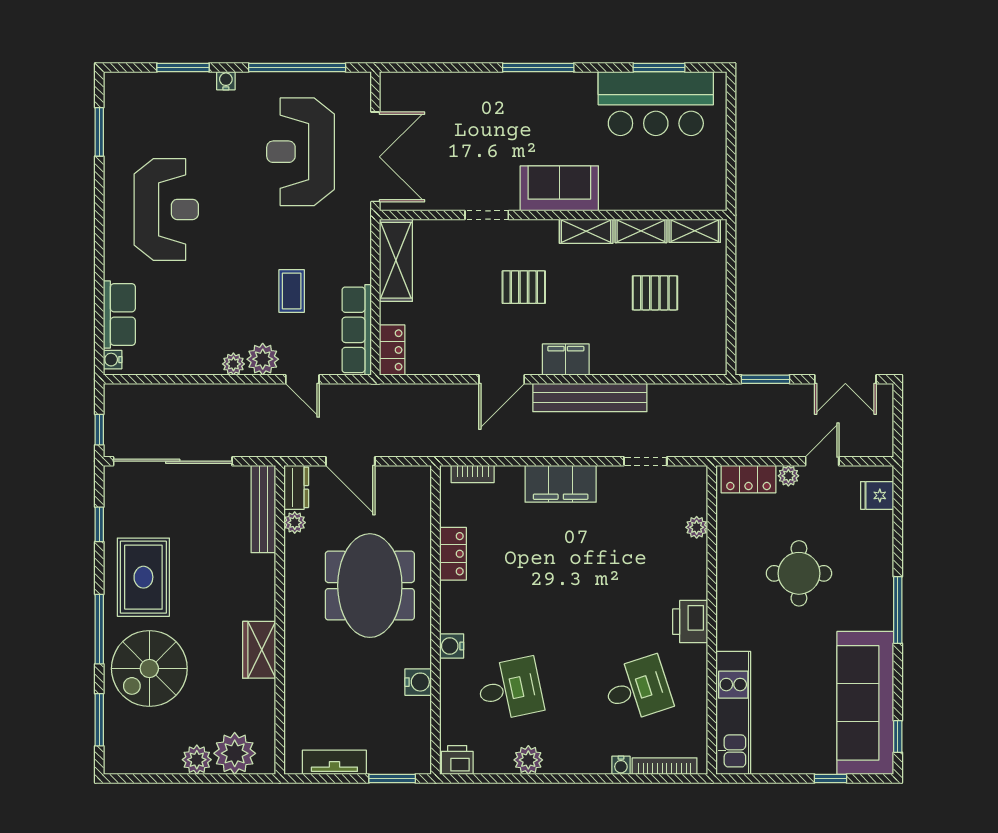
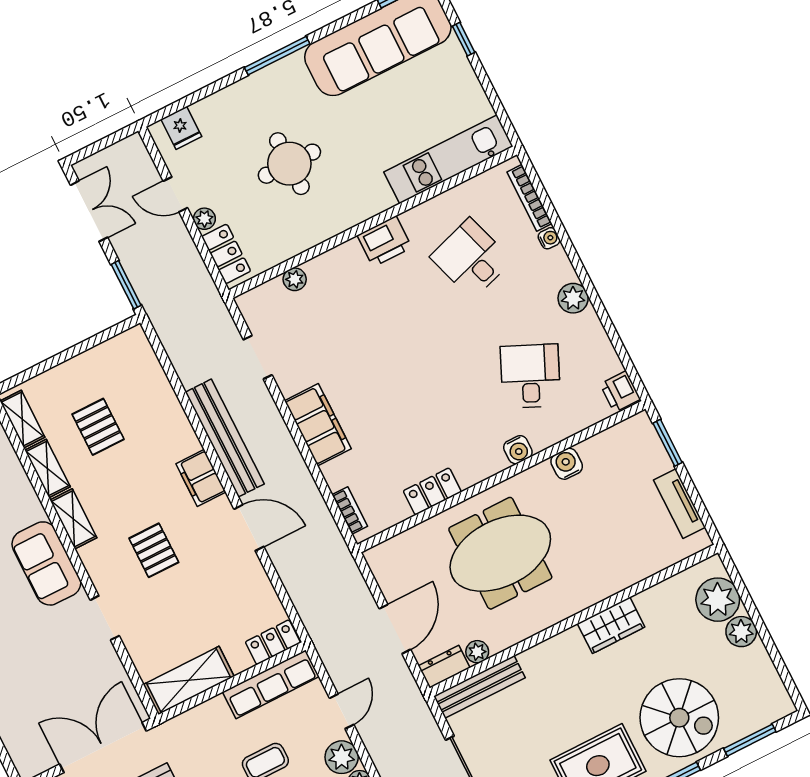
desk: (510, 689) -> (530, 376), turned 36
plant: (528, 760) -> (573, 298), moved

